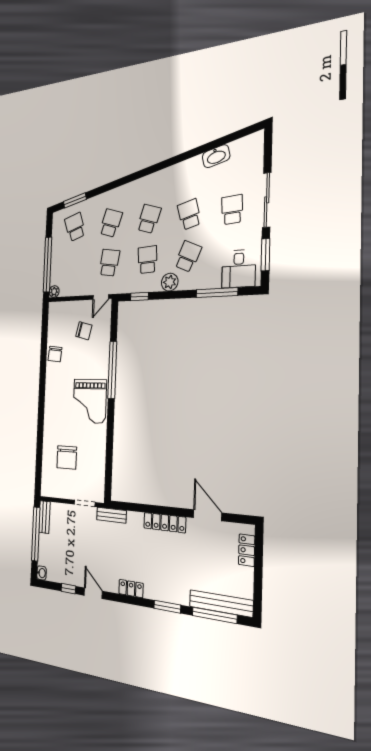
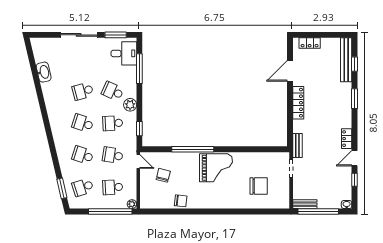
school desk: (232, 210) -> (113, 187), moved
locker: (131, 589) -> (347, 139), moved
window: (214, 615) -> (355, 64), width x0.46

